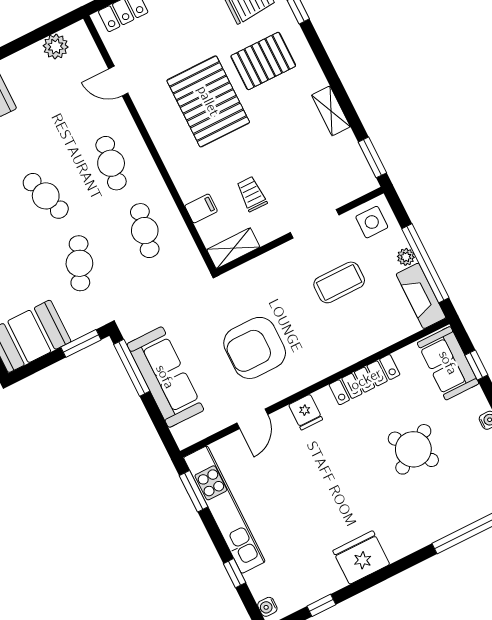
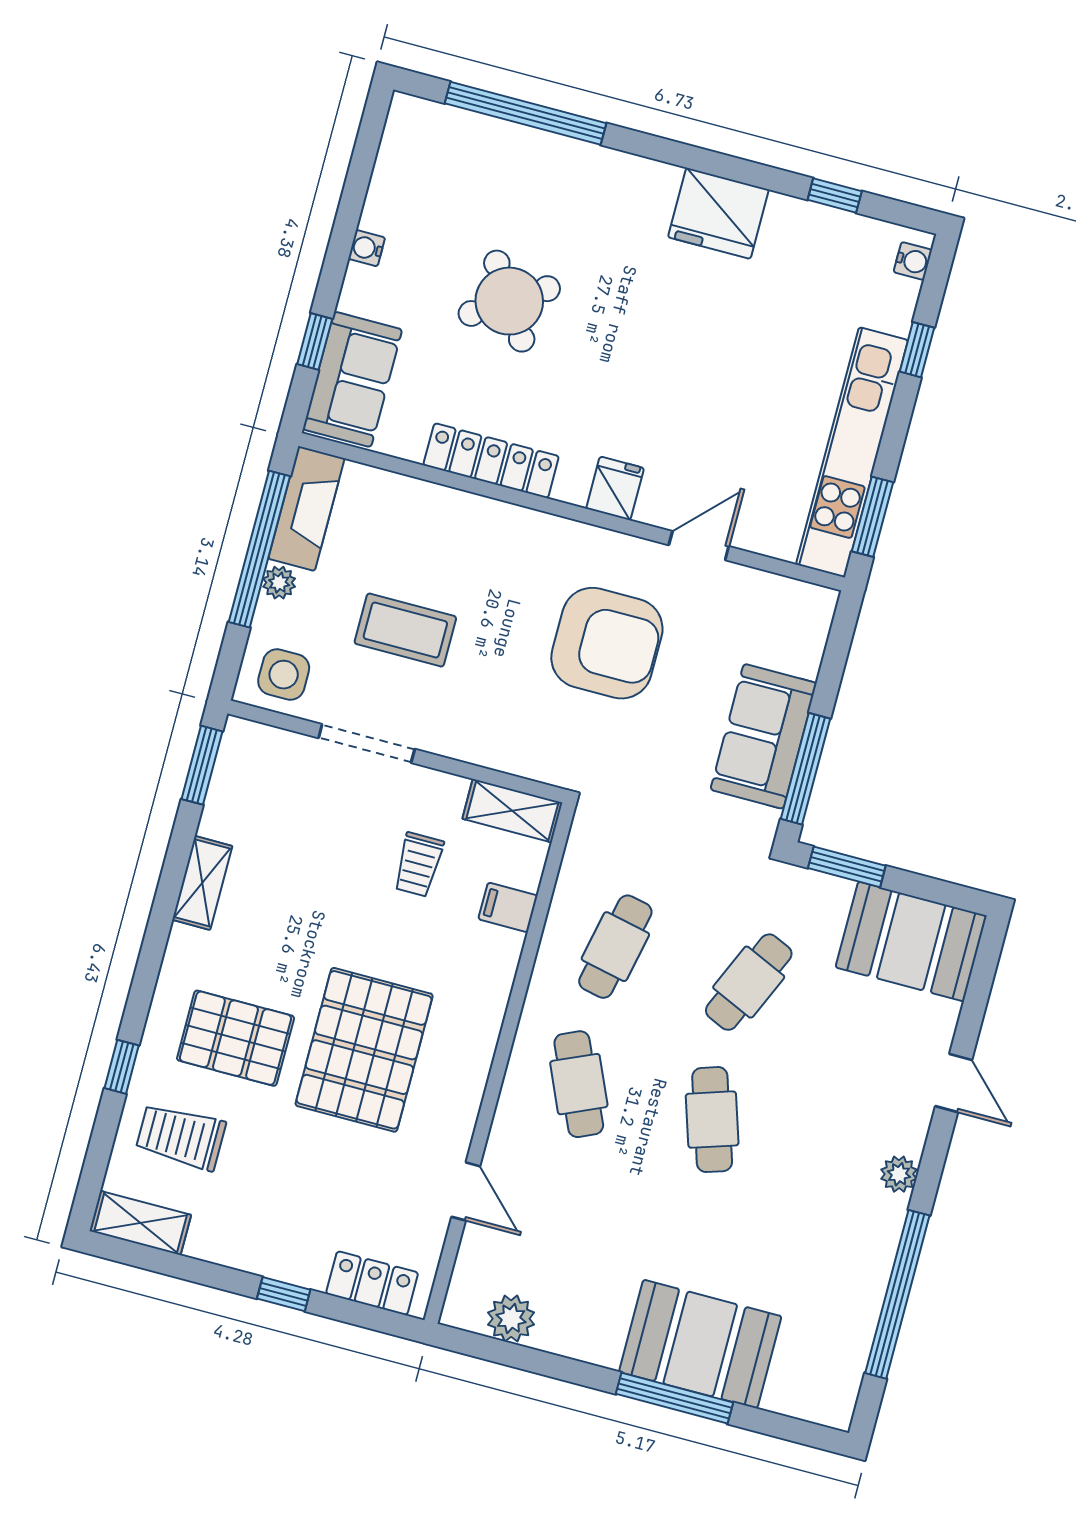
cafe table: (111, 163) -> (579, 1084), turned -33
sofa: (165, 377) -> (764, 736), width x0.73

